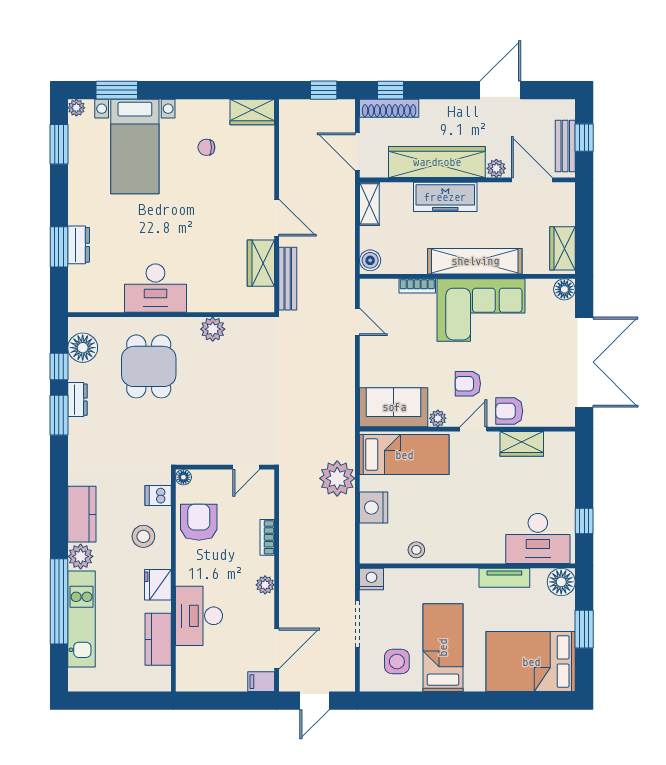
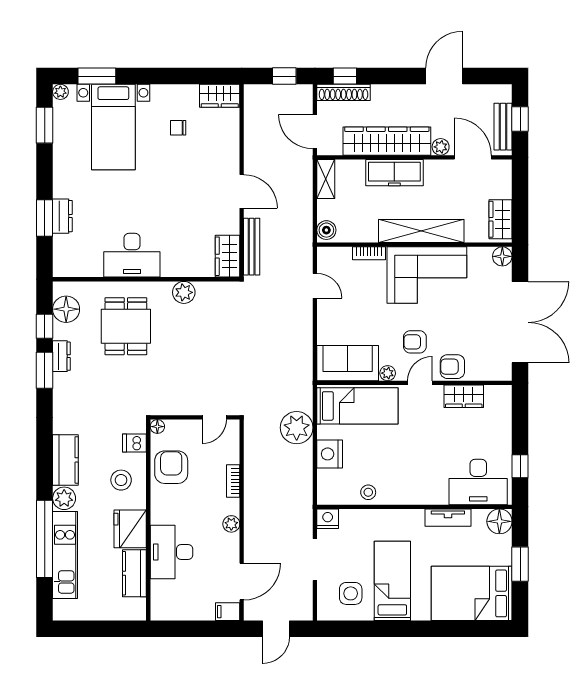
wardrobe: (261, 263) -> (227, 256), moved
fridge: (158, 585) -> (130, 529), width x1.36, depth x1.34

